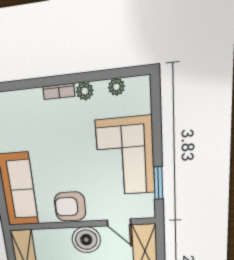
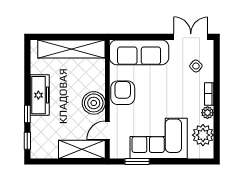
plant: (116, 87) -> (203, 135), width x1.88, depth x1.88
side table: (24, 114) -> (196, 66), added

